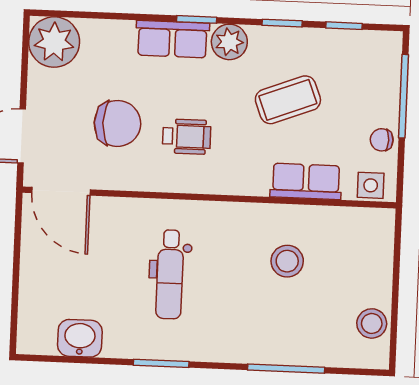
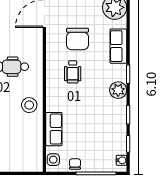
row of seats: (172, 39) -> (118, 46), moved
water cooler: (378, 41) -> (121, 160), added
coffee table: (288, 100) -> (92, 119), removed
stool: (287, 261) -> (29, 105), moved

